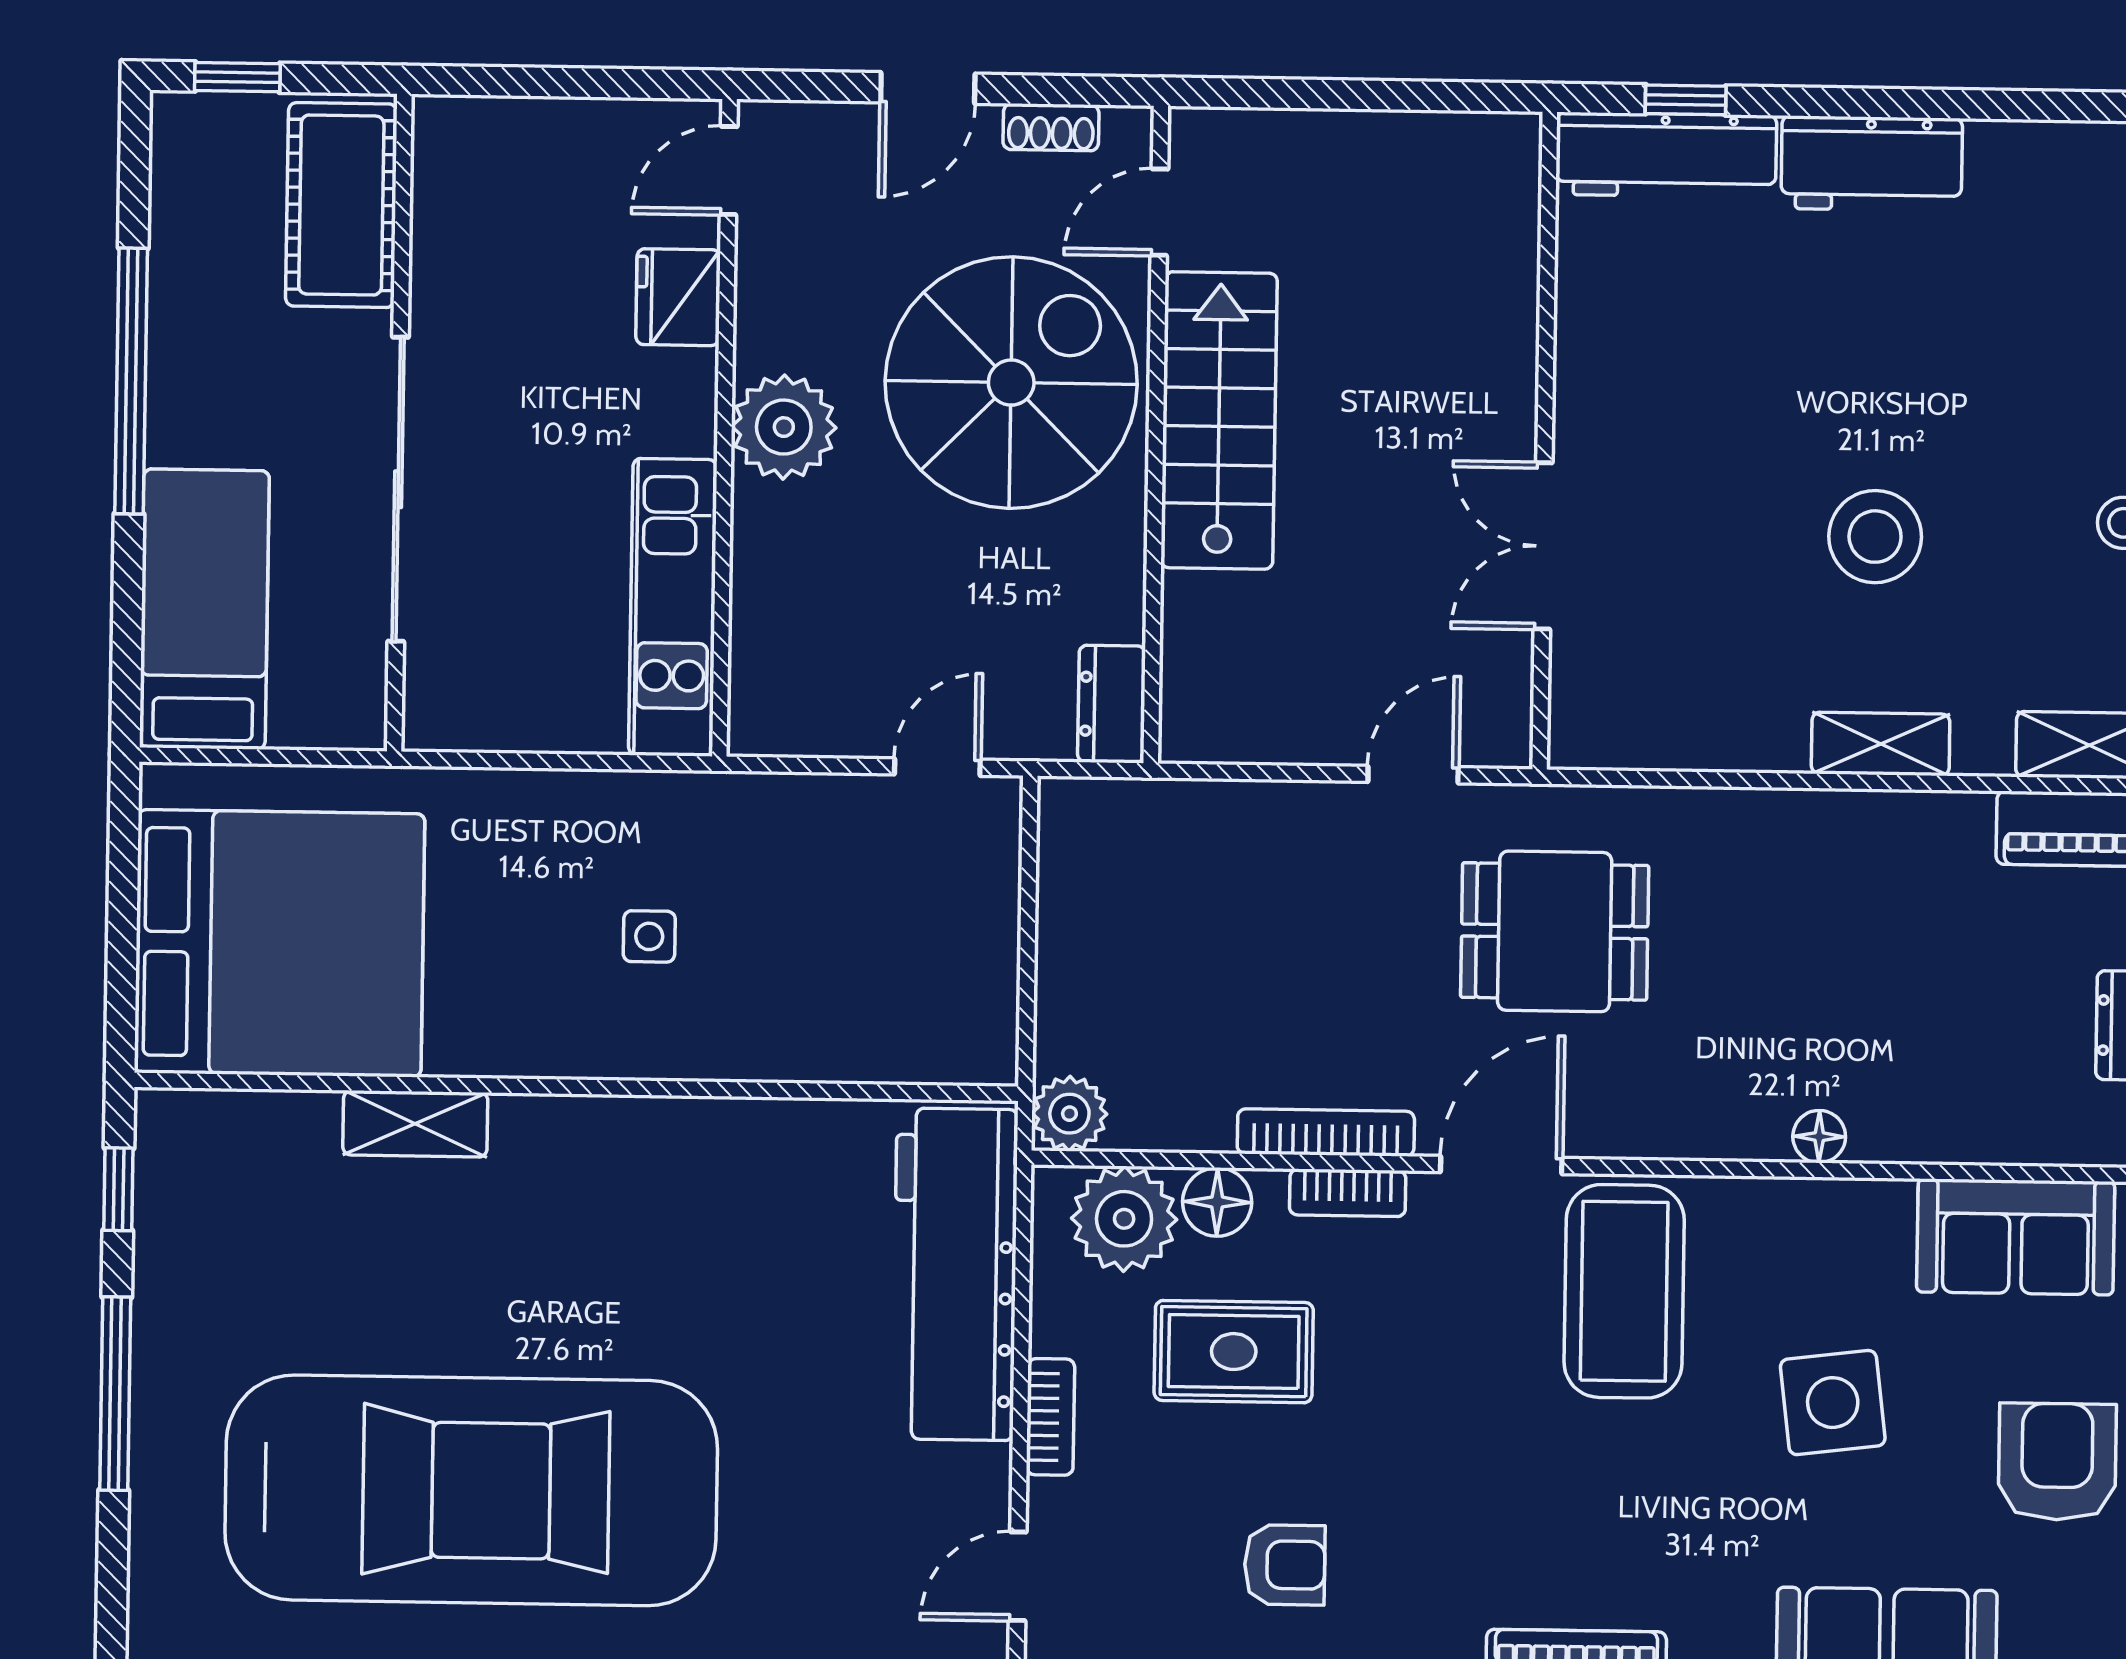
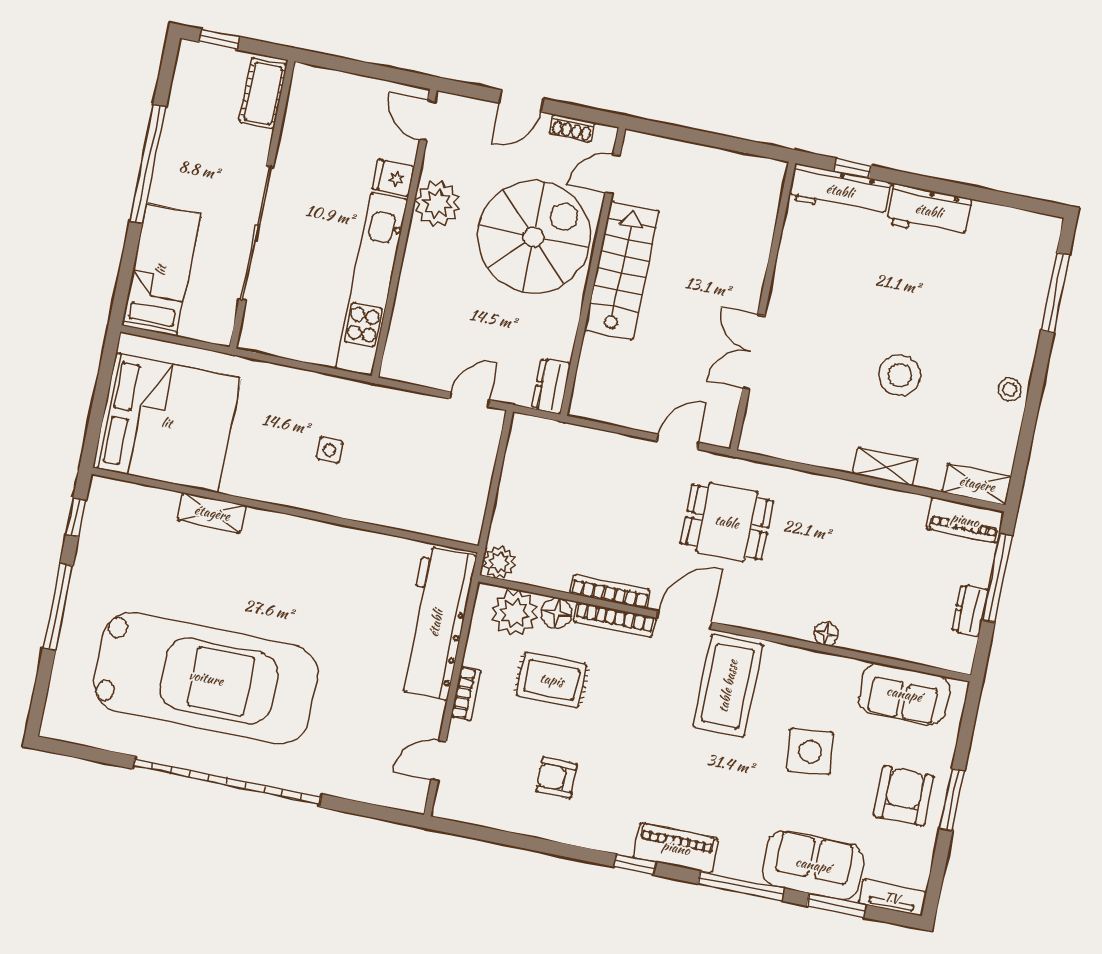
door: (729, 170) -> (427, 121), hinge flipped
cot: (341, 205) -> (263, 93), width x0.73, depth x0.75
fridge: (678, 297) -> (393, 178), width x0.72
plant: (784, 427) -> (437, 203), moved
kitchen unit: (673, 607) -> (372, 284), width x1.36
bookcase: (1348, 1193) -> (615, 620), width x1.56
armchair: (1285, 1565) -> (557, 778), turned 180

